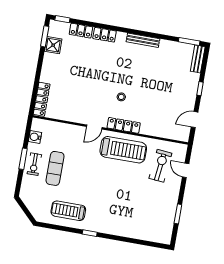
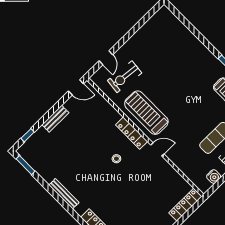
bench: (198, 59) -> (55, 119), moved
window: (200, 89) -> (28, 135), moved
door: (195, 120) -> (76, 87), moved
window: (178, 214) -> (139, 25), removed

